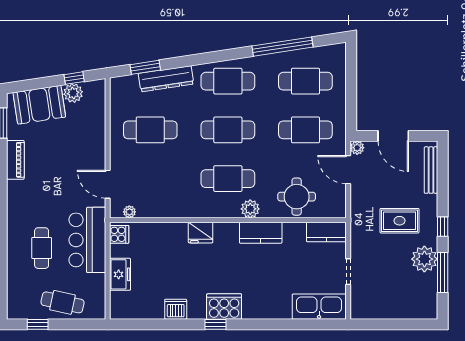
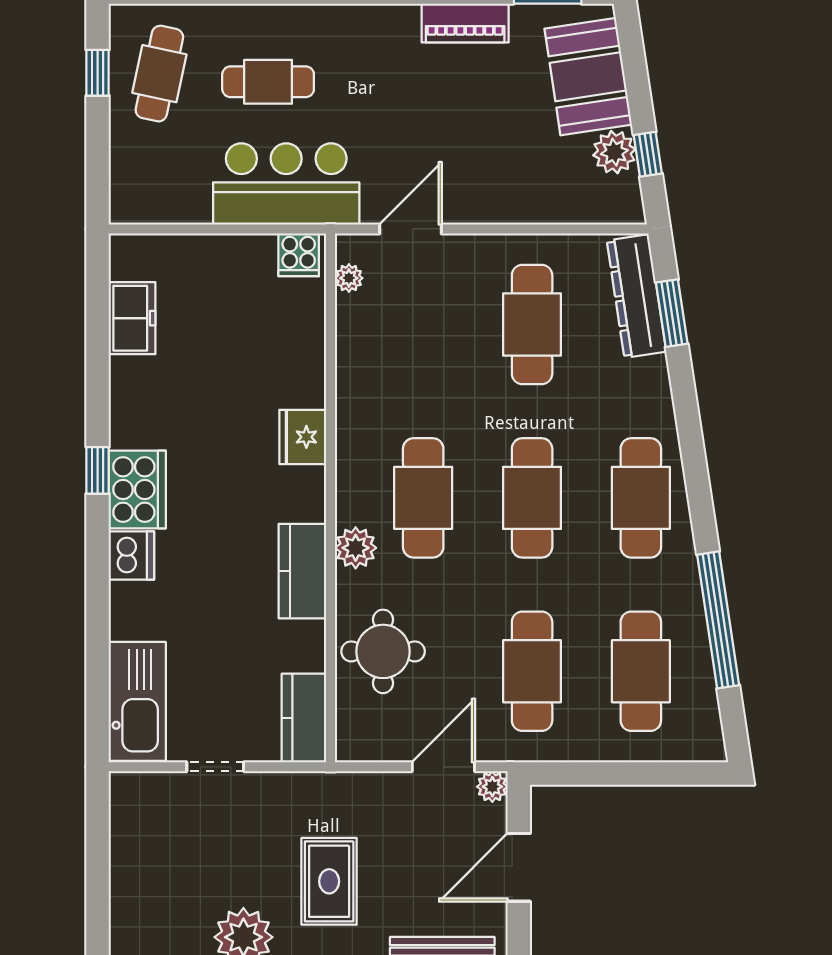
dresser: (166, 79) -> (636, 296), moved
freezer: (120, 274) -> (132, 318), moved, turned -90
cafe table: (62, 302) -> (159, 74), moved
dishwasher: (176, 309) -> (131, 556), moved

